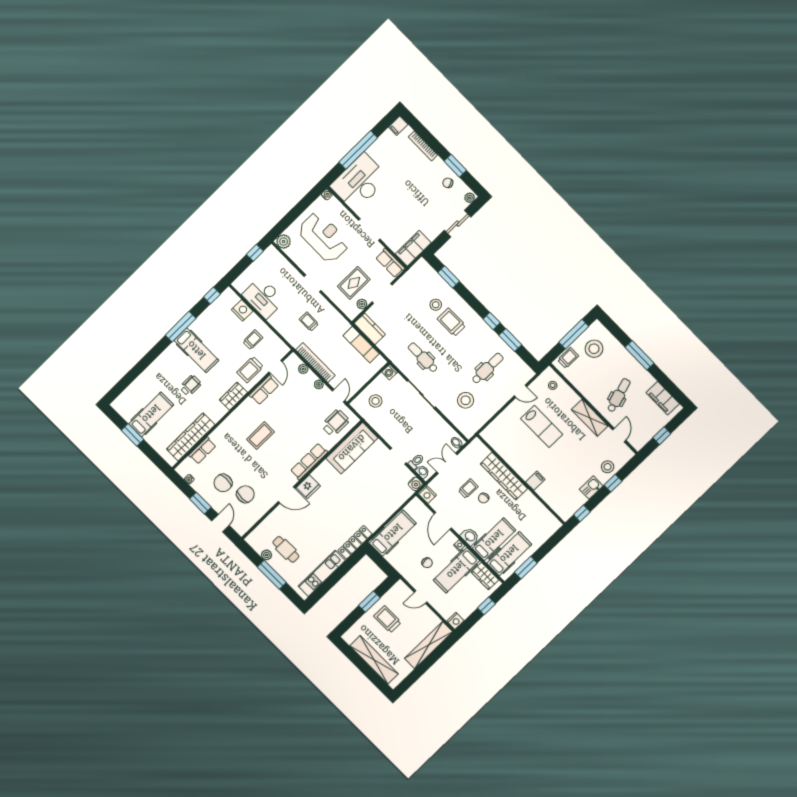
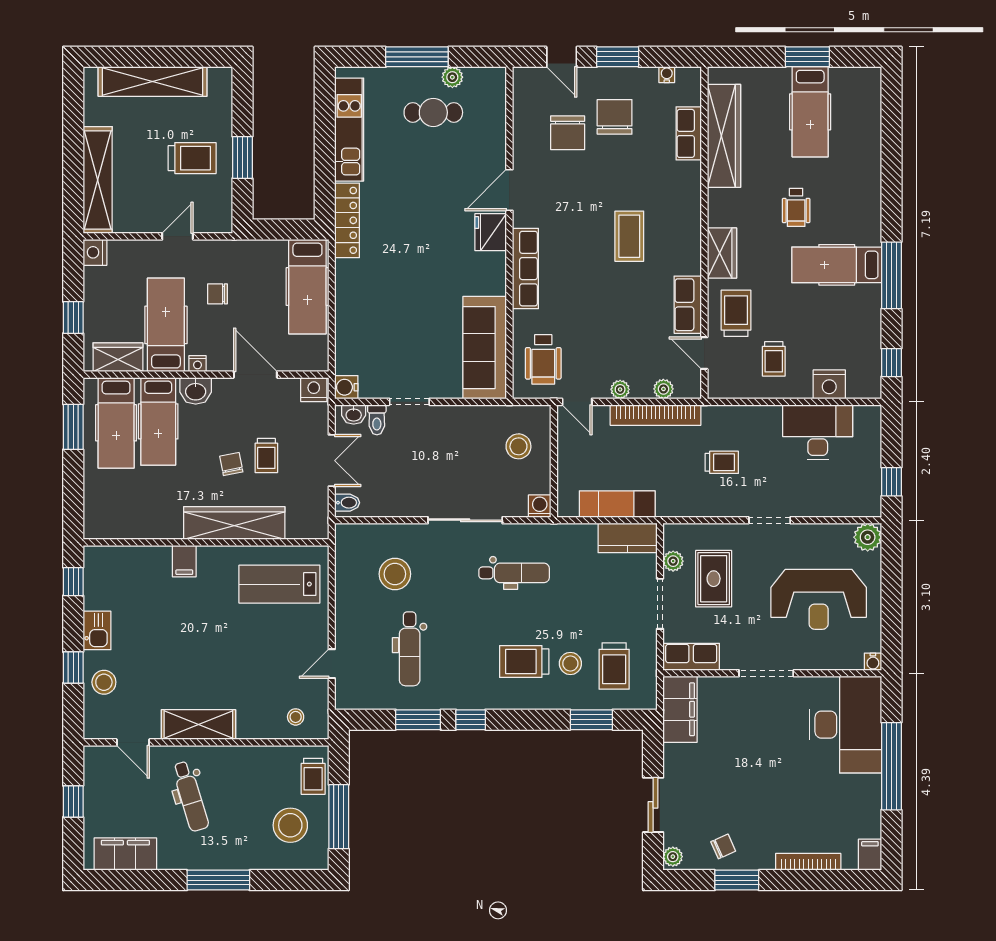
trolley: (421, 288) -> (614, 666), added
trolley: (451, 322) -> (524, 662), turned 180
lab bench: (542, 426) -> (279, 584), moved

